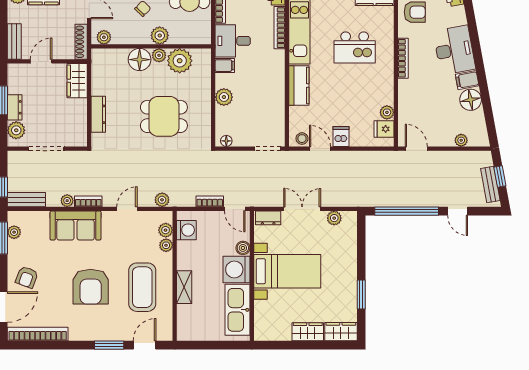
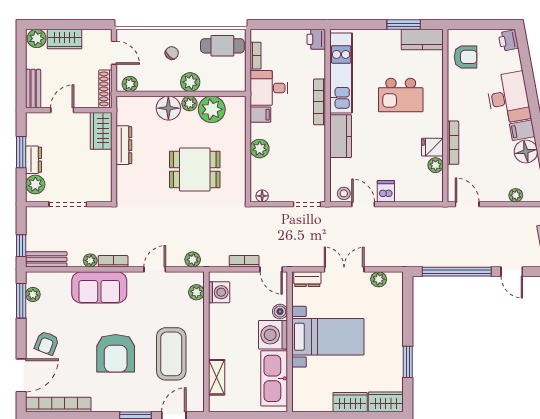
bookcase: (280, 28) -> (320, 102), moved
bookcase: (403, 58) -> (453, 143), moved
dresser: (98, 114) -> (124, 145), moved
fridge: (384, 129) -> (432, 147), moved
plant: (166, 245) -> (197, 309), removed
shelving: (184, 287) -> (217, 377), moved

